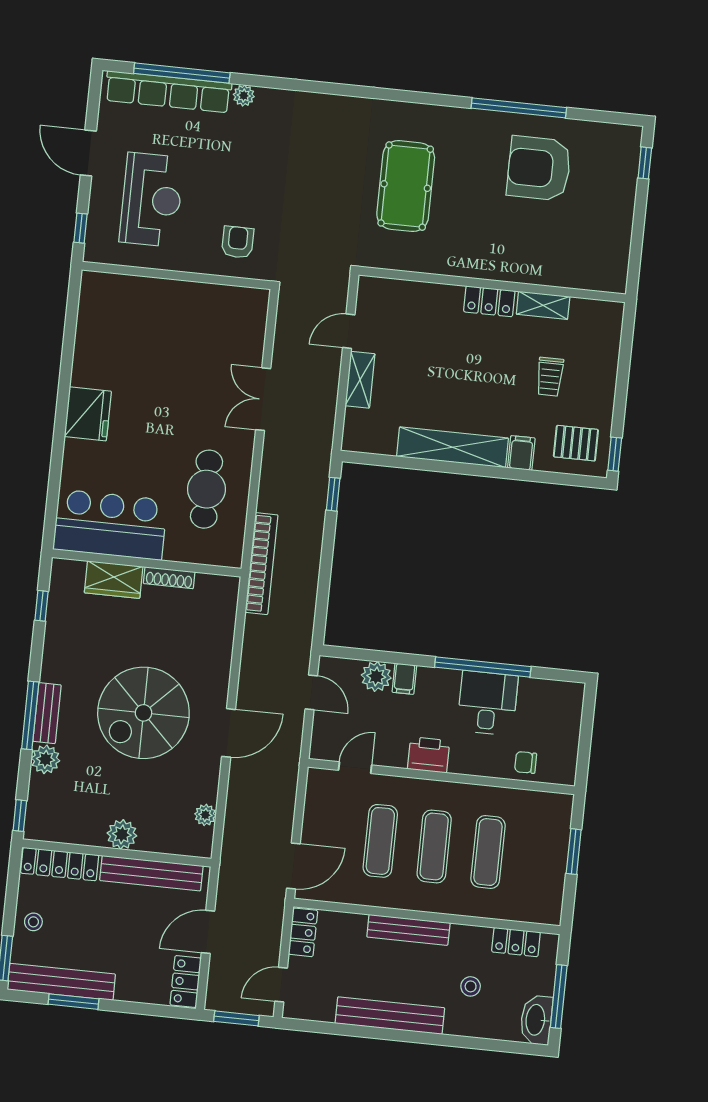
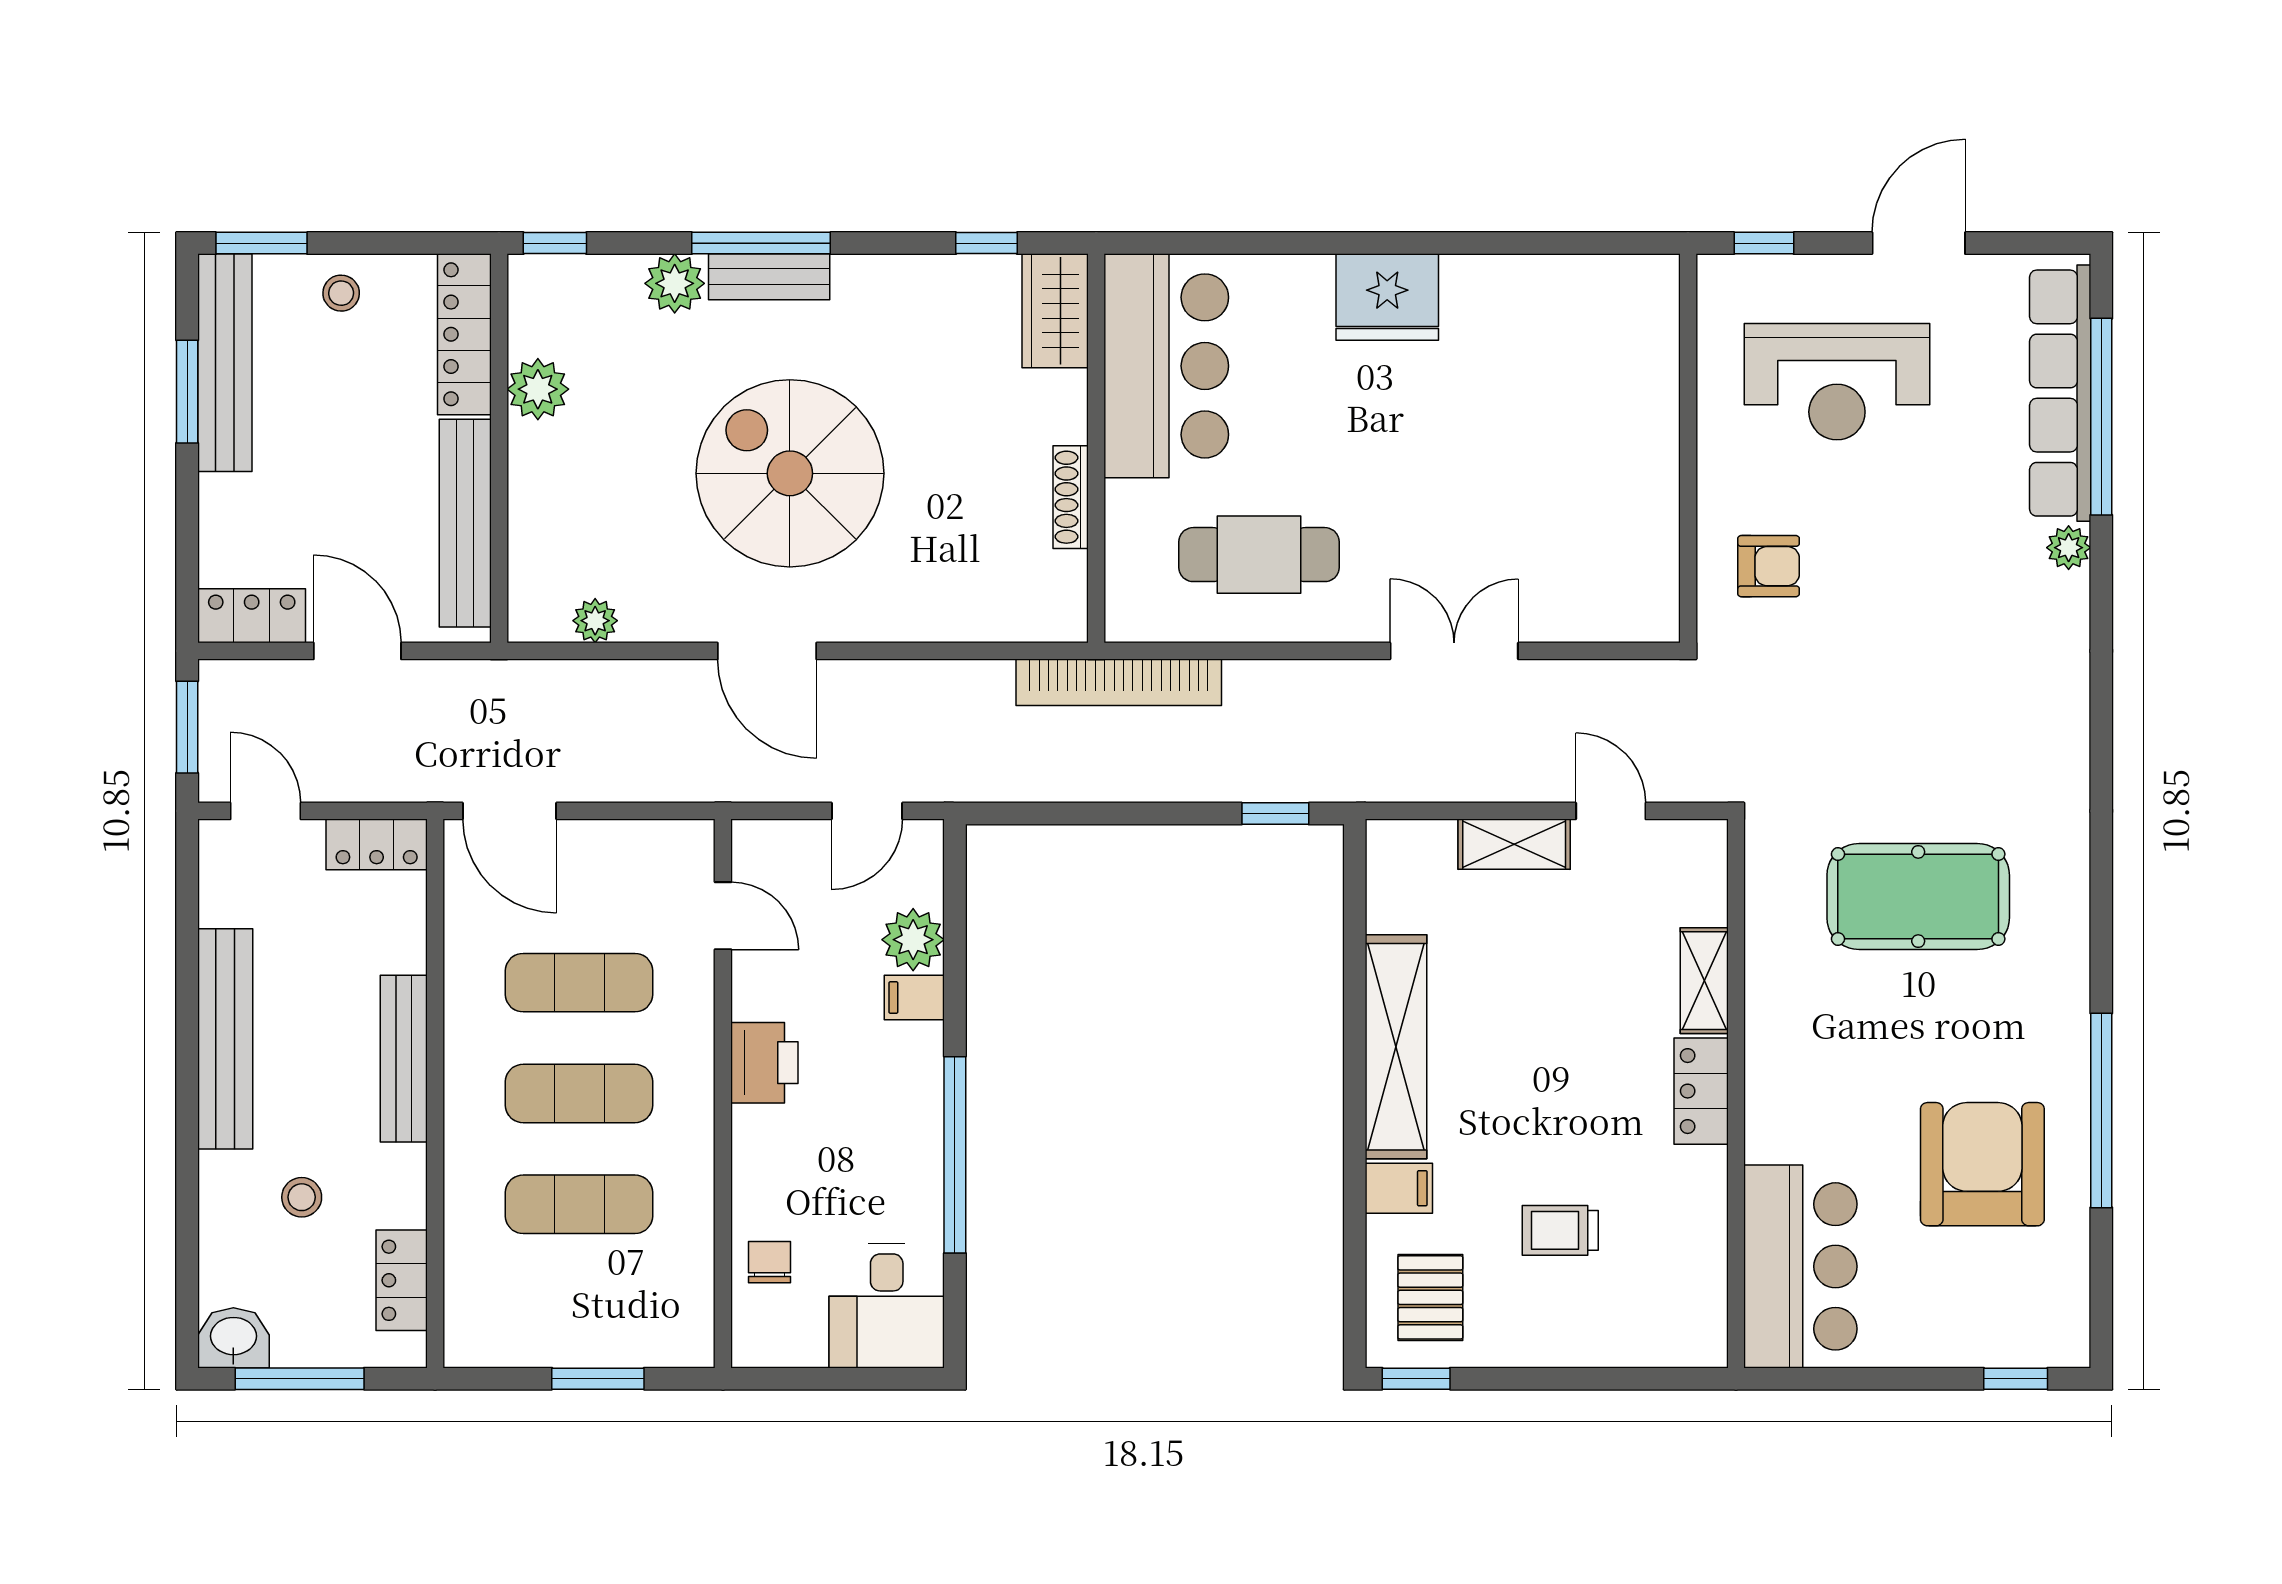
bar counter: (579, 262) -> (1800, 1266), added
shelving: (543, 305) -> (1704, 981), moved
wardrobe: (114, 580) -> (1055, 311), moved
desk: (488, 703) -> (887, 1306), moved, turned 90
plant: (122, 834) -> (538, 389), moved
washbasin: (536, 1020) -> (233, 1338), width x0.72

